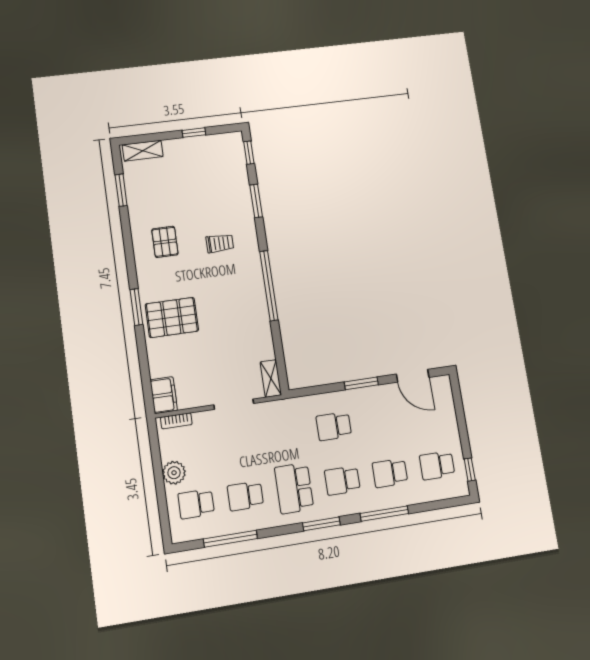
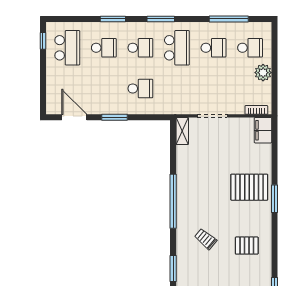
pallet: (165, 242) -> (247, 246), turned 90
trolley: (220, 243) -> (206, 239), turned 40
school desk: (437, 465) -> (67, 48), width x1.85
window: (384, 514) -> (113, 19), width x0.69

